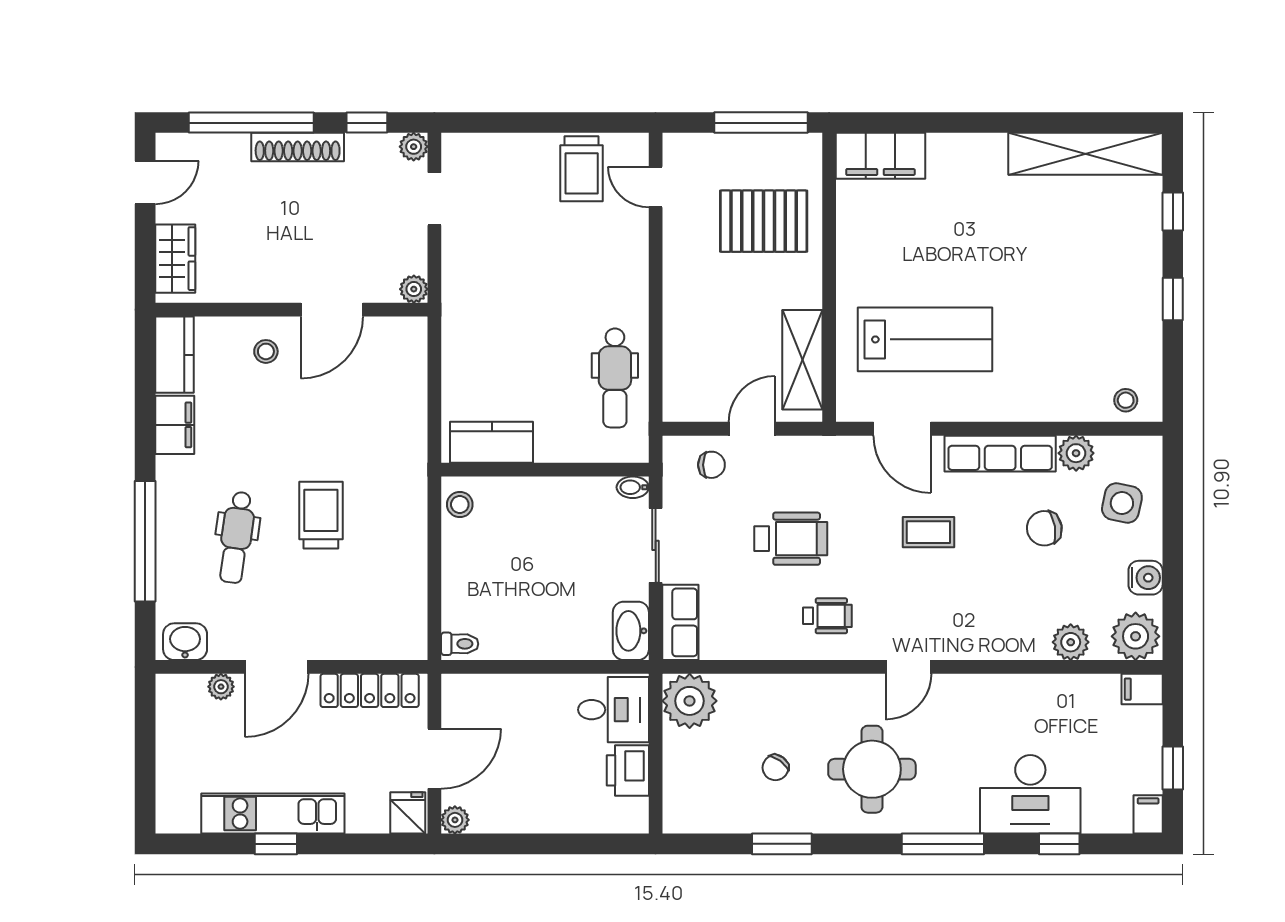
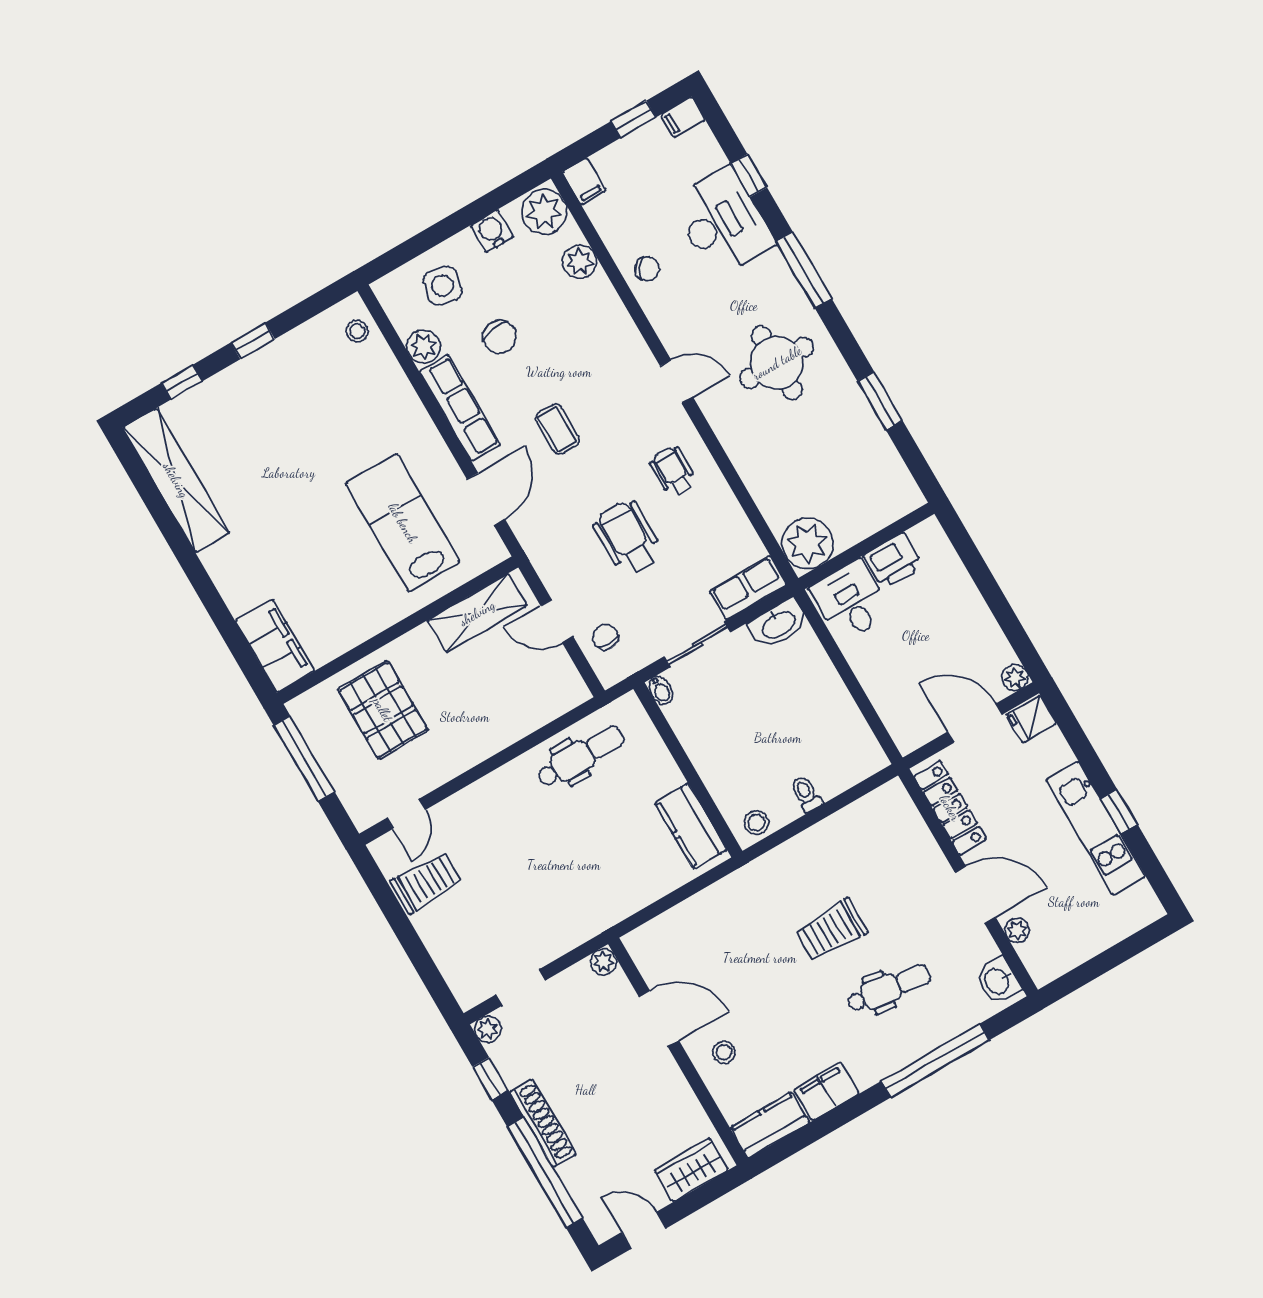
toilet: (460, 644) -> (806, 794), moved
chair: (775, 768) -> (647, 269), moved

